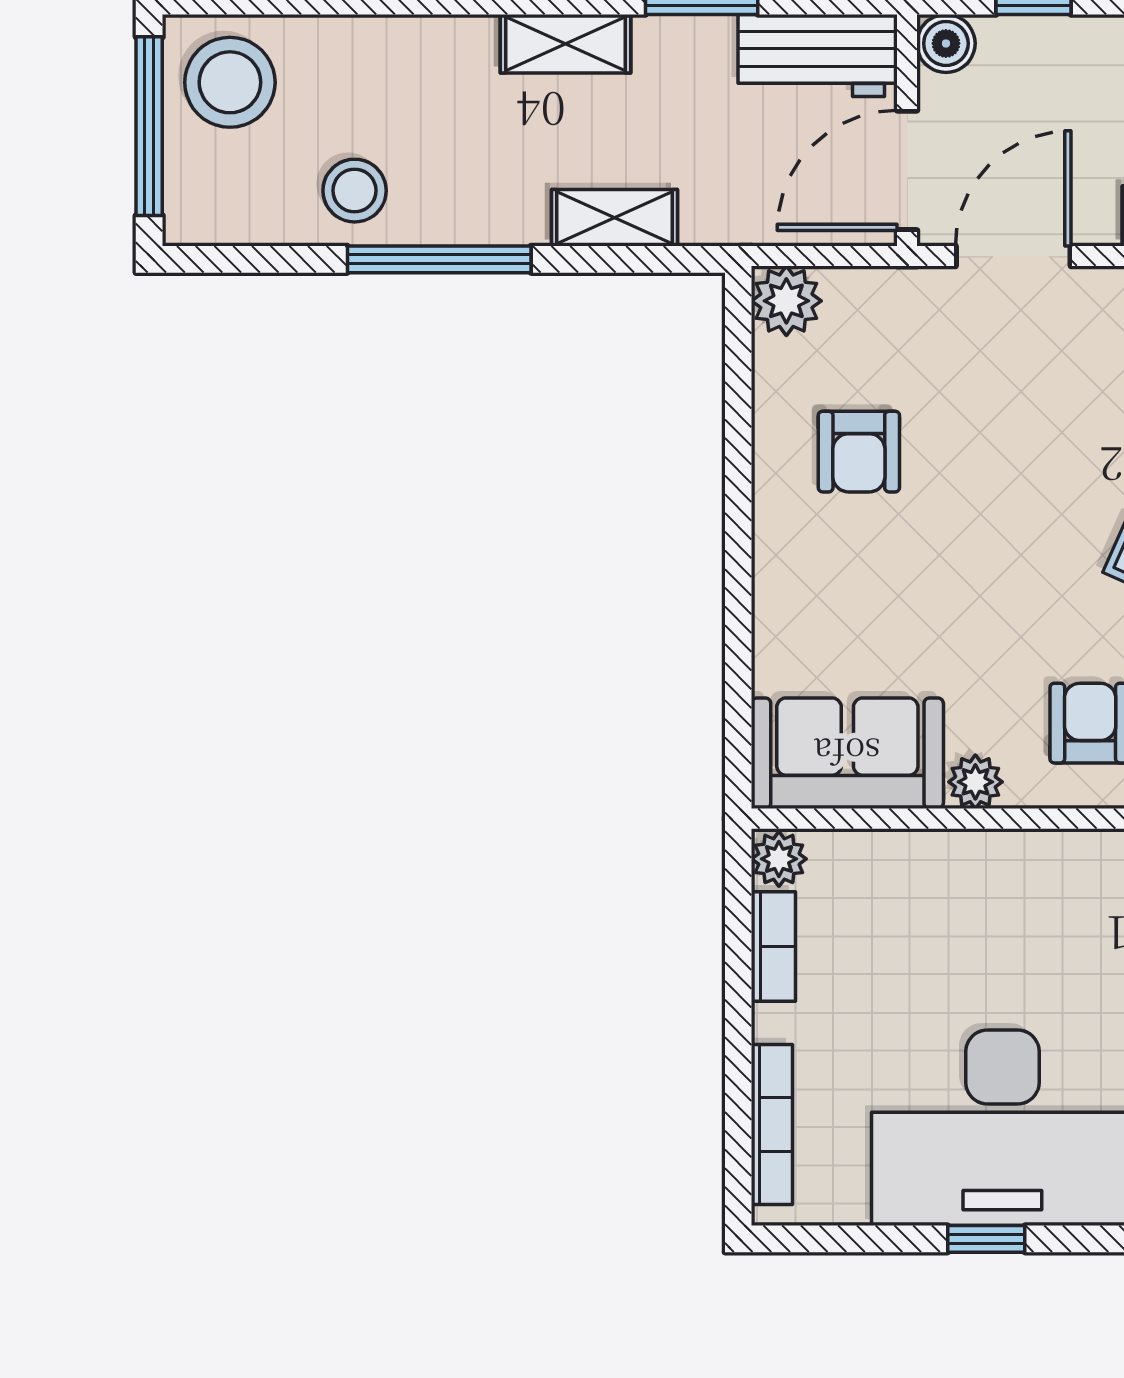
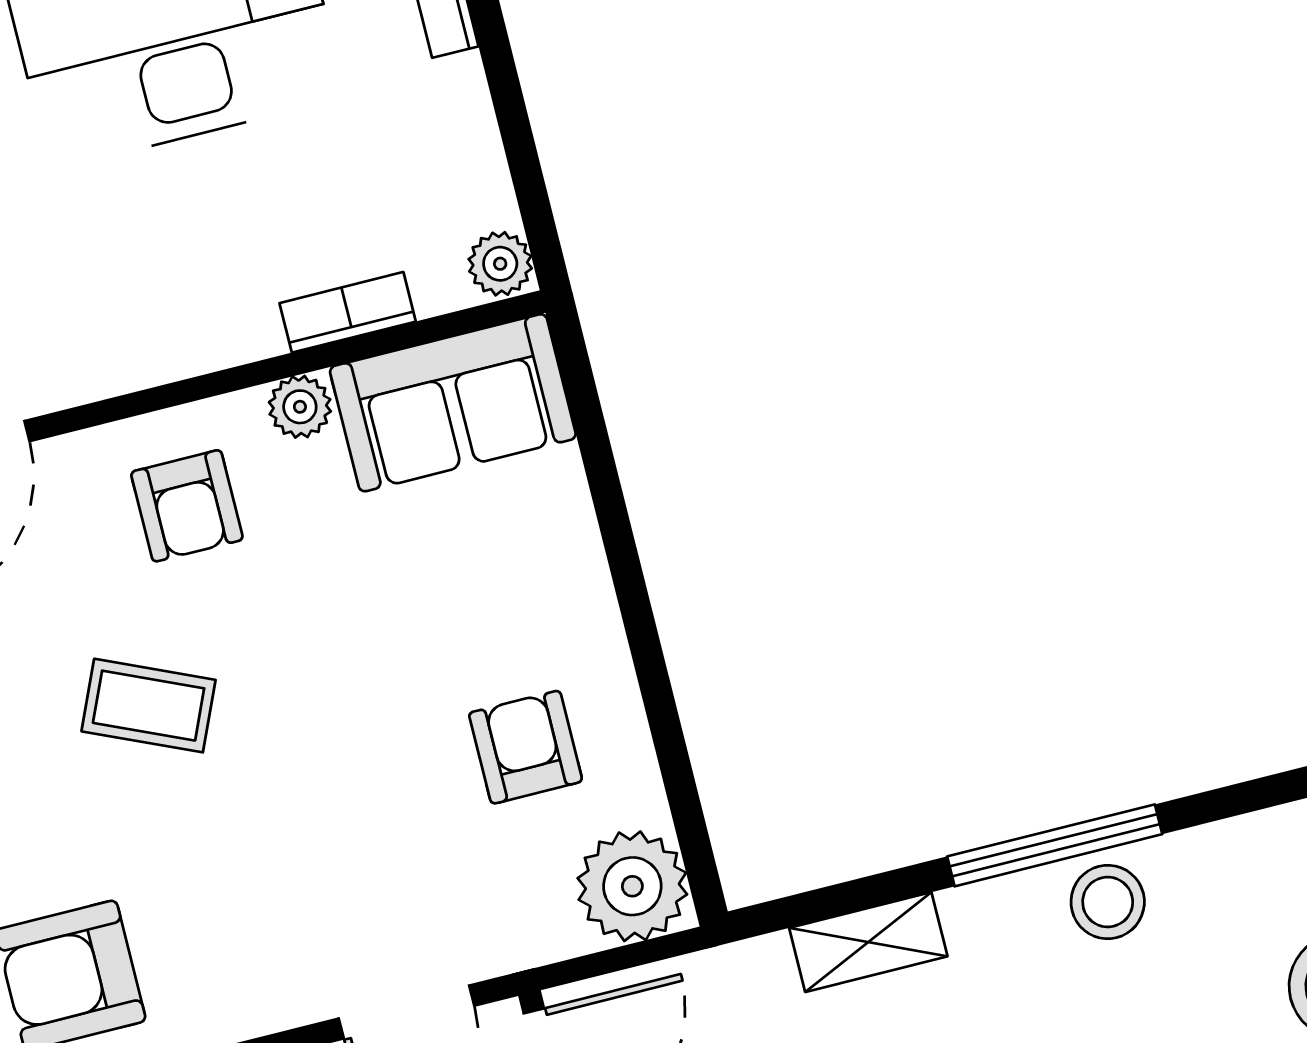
stool: (355, 191) -> (1108, 902), moved
plant: (786, 301) -> (632, 886), width x1.36, depth x1.36
bookcase: (773, 947) -> (348, 312), moved, turned 90

